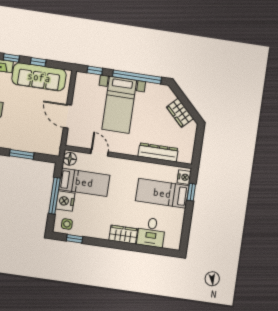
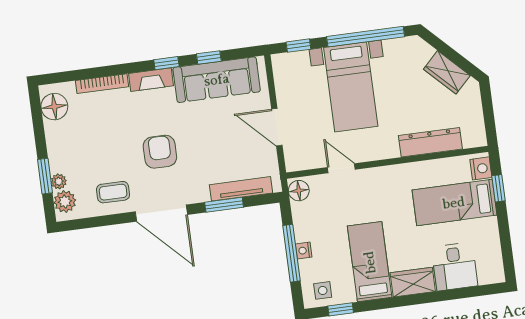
tv unit: (35, 148) -> (241, 189), added
bed: (84, 182) -> (370, 262), moved, turned -90
nightstand: (65, 201) -> (304, 250), width x0.53, depth x0.56

